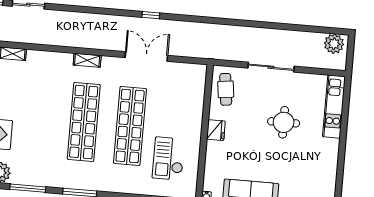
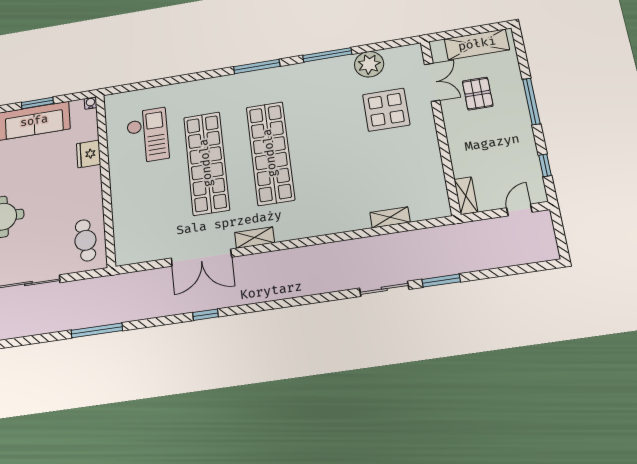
window: (227, 22) -> (97, 330), added
shelving: (87, 60) -> (255, 238), moved
fridge: (216, 130) -> (89, 154), moved

